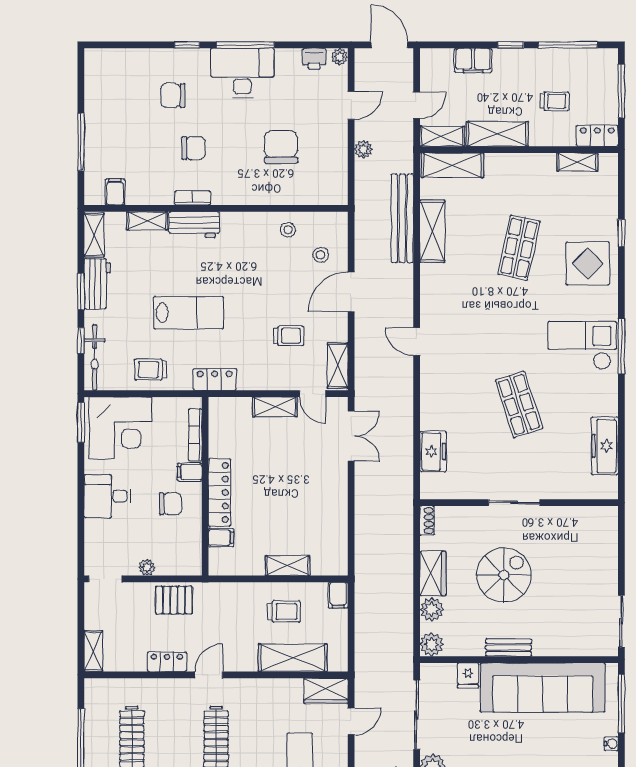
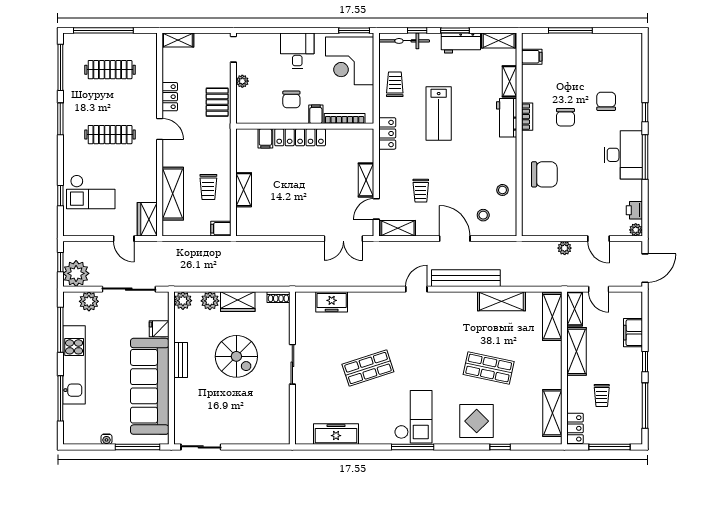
chair: (281, 147) -> (544, 174), moved
shelving: (577, 162) -> (552, 413), width x1.50, depth x1.33
bench: (402, 218) -> (466, 278), moved

